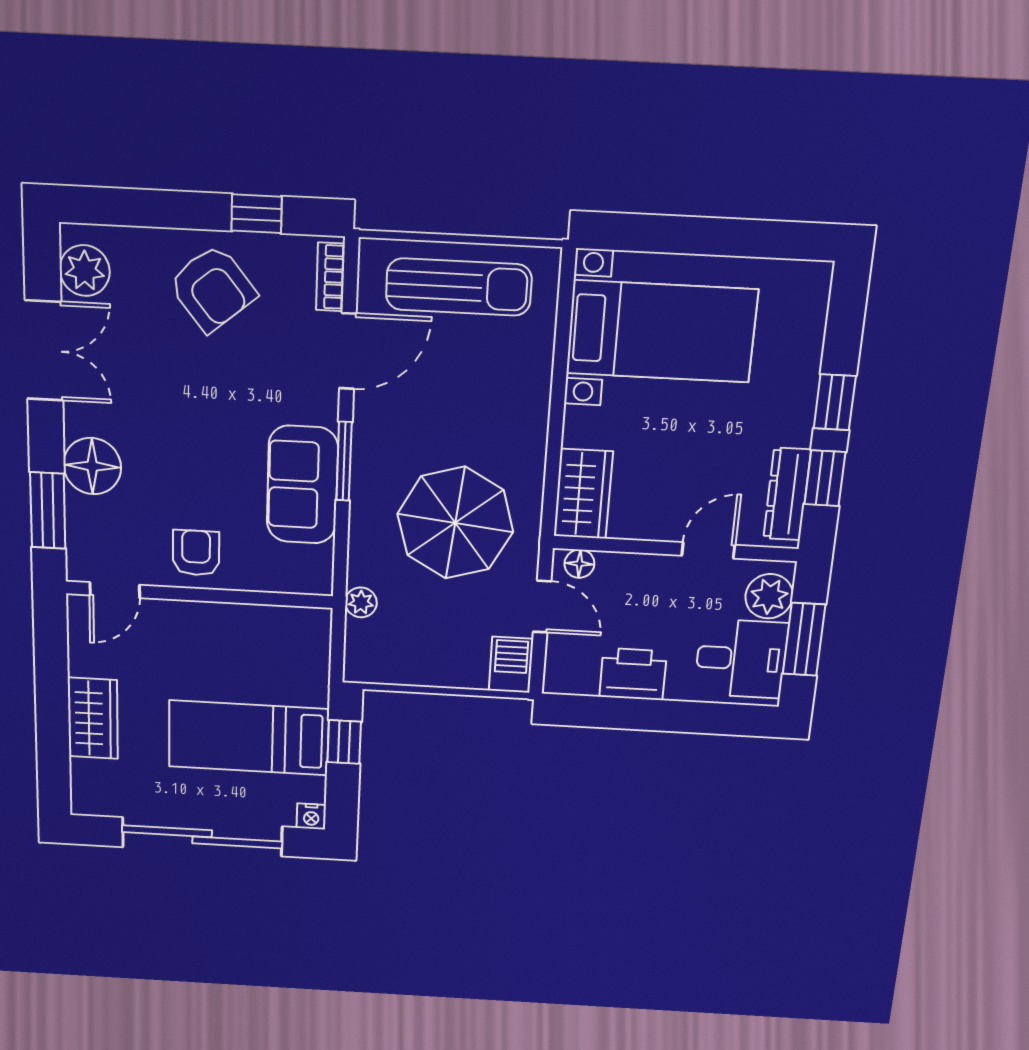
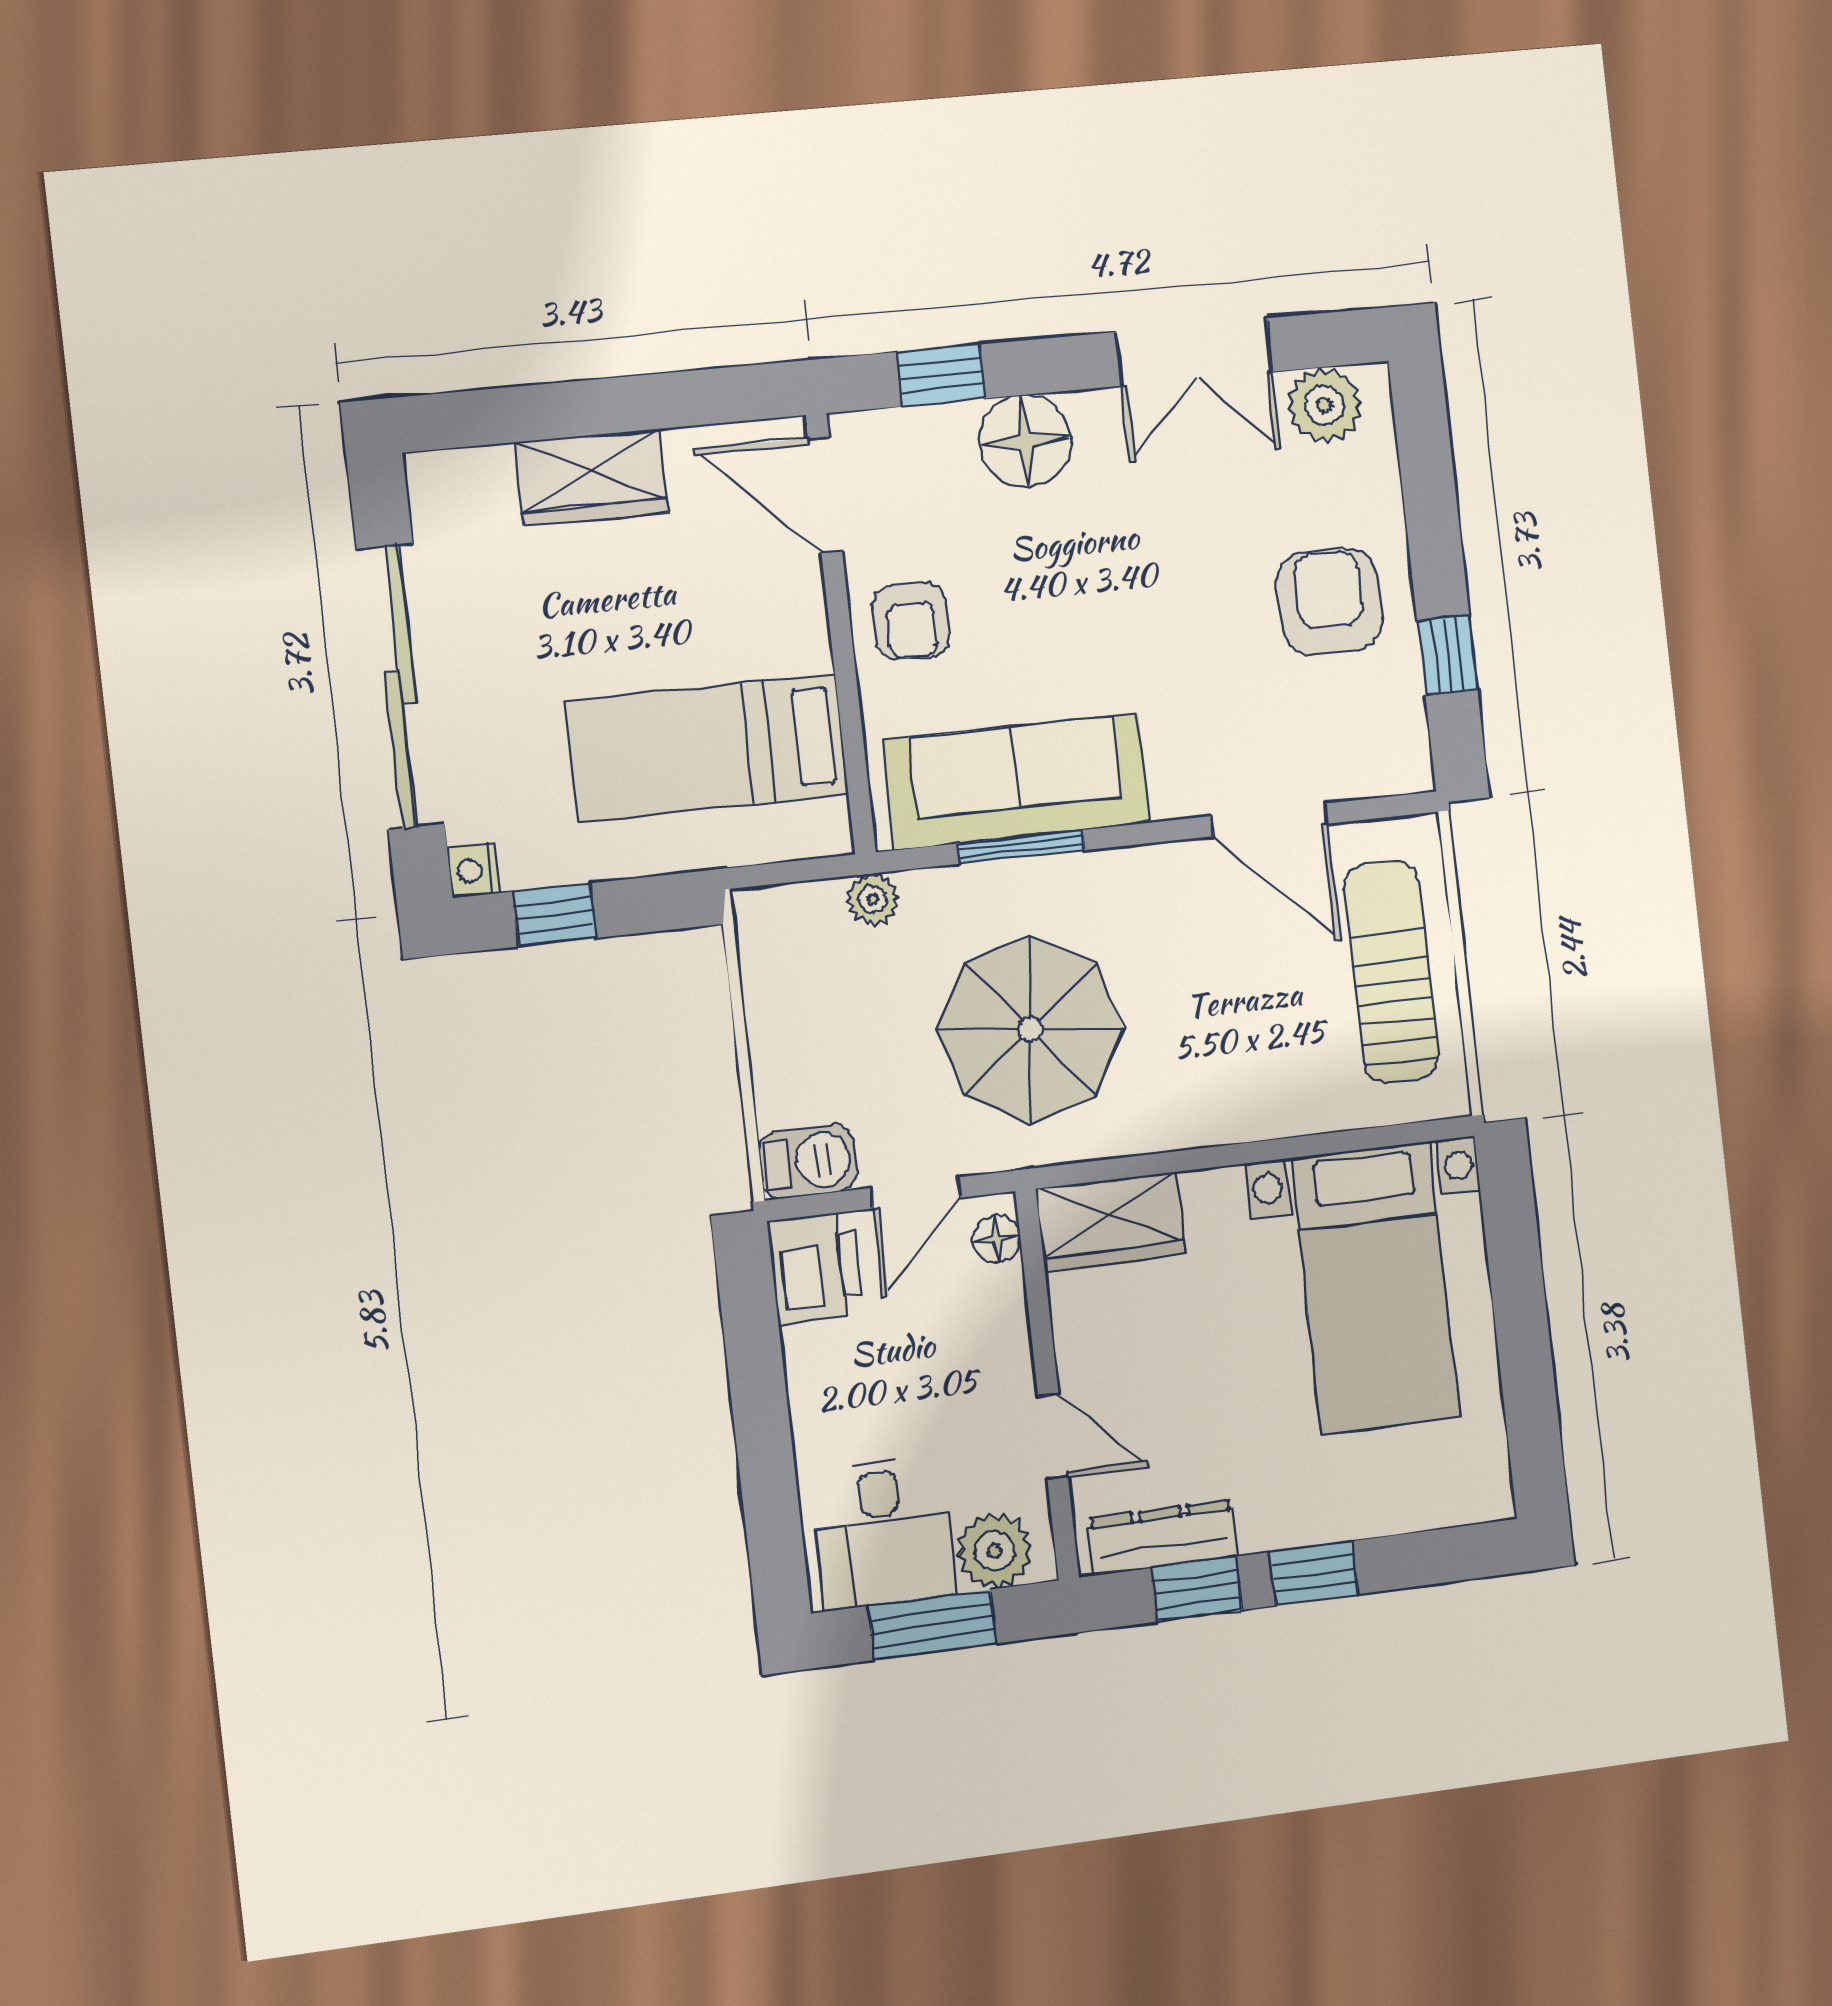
bookcase: (330, 277) -> (1375, 778), removed
sun lounger: (459, 287) -> (1391, 972), turned 180
armchair: (212, 288) -> (1329, 602), turned 129
window: (344, 461) -> (1021, 847), moved
sofa: (302, 485) -> (1017, 782), width x1.36
window: (48, 510) -> (941, 375), width x0.67
armchair: (196, 553) -> (911, 621), turned 90
door: (115, 590) -> (825, 495), width x1.38
printer: (633, 674) -> (815, 1268), moved
bed: (249, 738) -> (707, 748), moved, turned -90
window: (344, 742) -> (554, 915), moved

